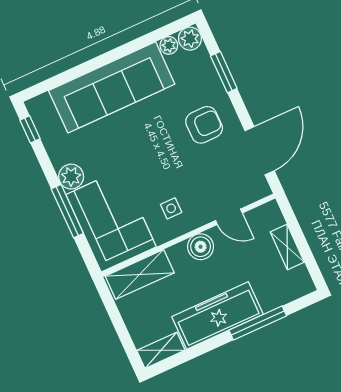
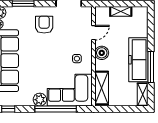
window: (67, 211) -> (56, 109), width x1.46
window: (258, 323) -> (151, 67), moved

